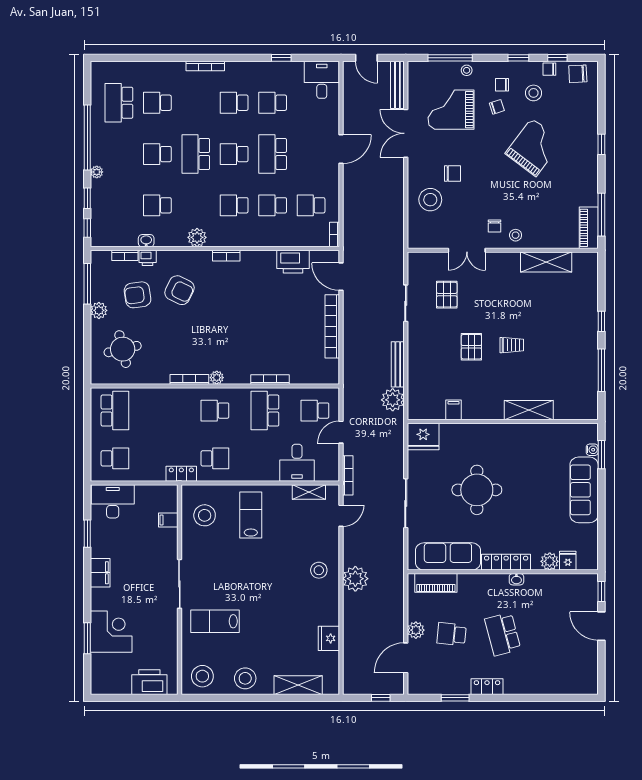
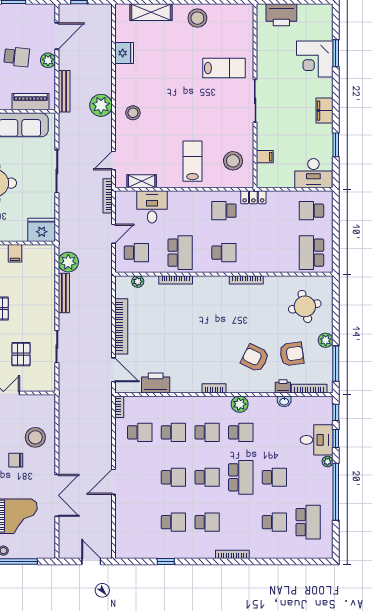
desk: (322, 80) -> (317, 440), moved, turned -90
bench: (397, 85) -> (64, 91), moved
school desk: (273, 154) -> (173, 477), width x0.54
school desk: (157, 205) -> (241, 432), moved
bookcase: (125, 255) -> (309, 389), width x1.56
plant: (217, 378) -> (138, 281), moved
lab bench: (251, 515) -> (193, 161), turned 180
stool: (202, 676) -> (235, 20), removed

